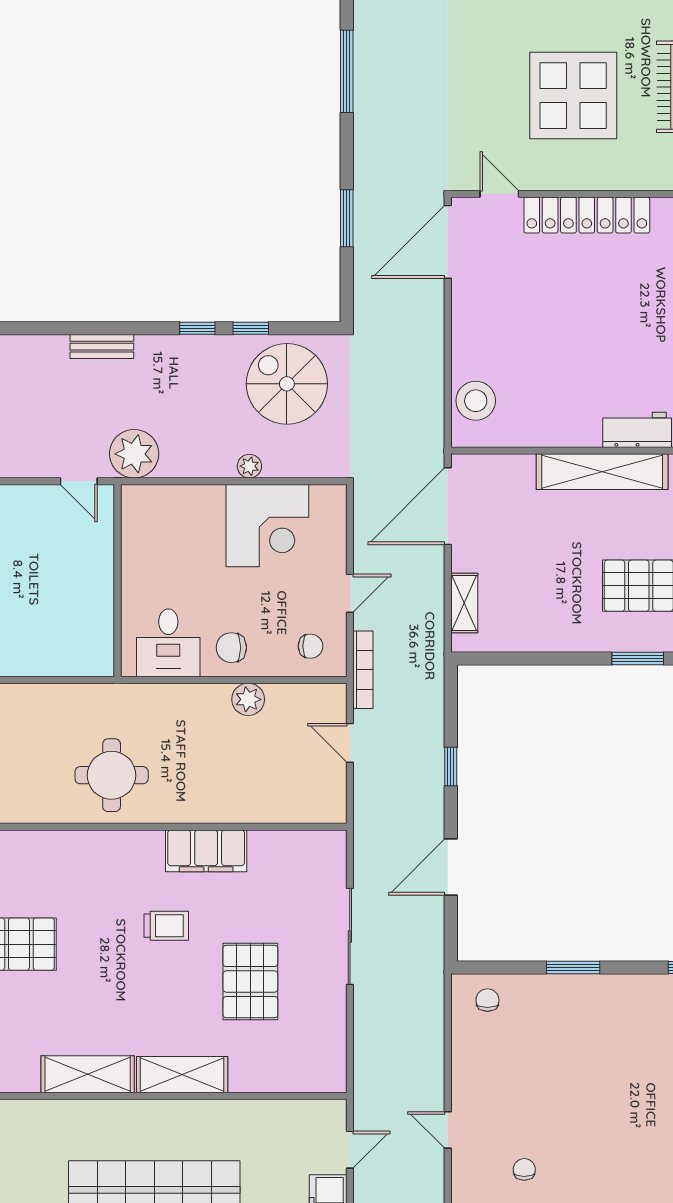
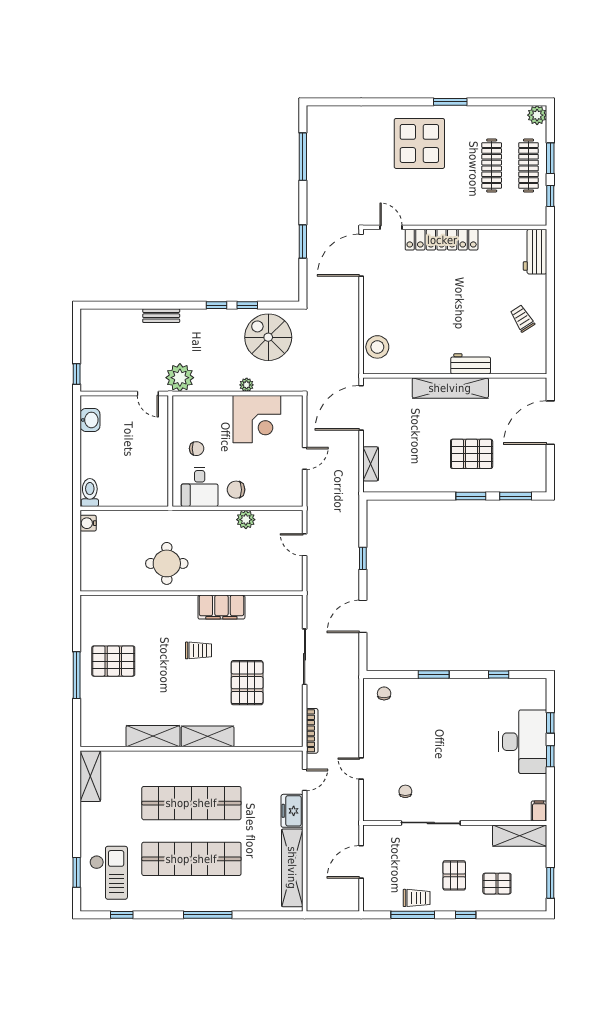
display table: (573, 96) -> (419, 143), moved
chair: (311, 646) -> (197, 449), moved
bookcase: (363, 670) -> (312, 731), moved

